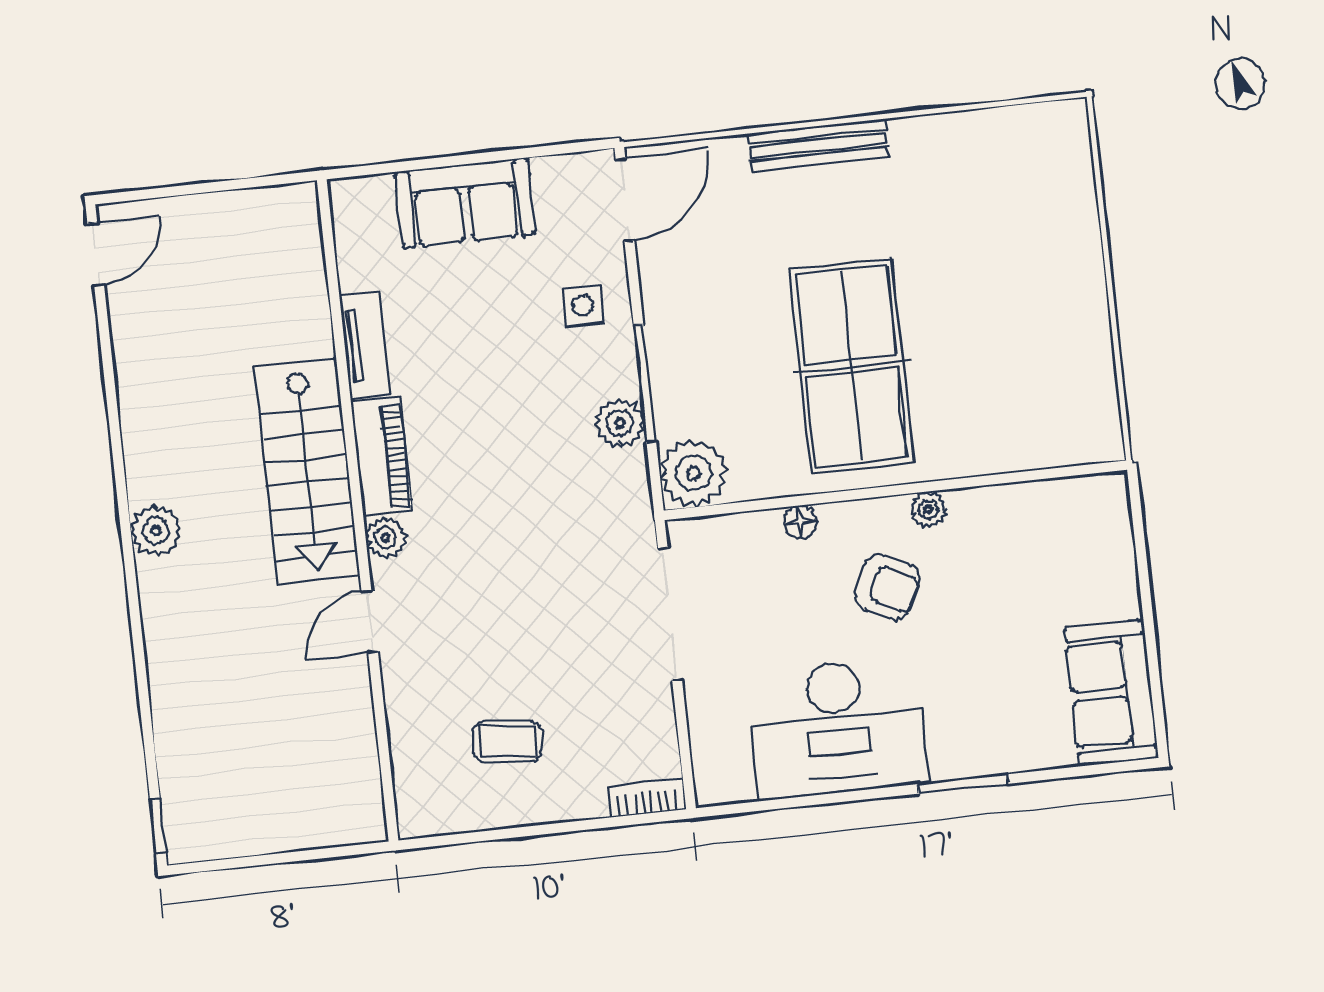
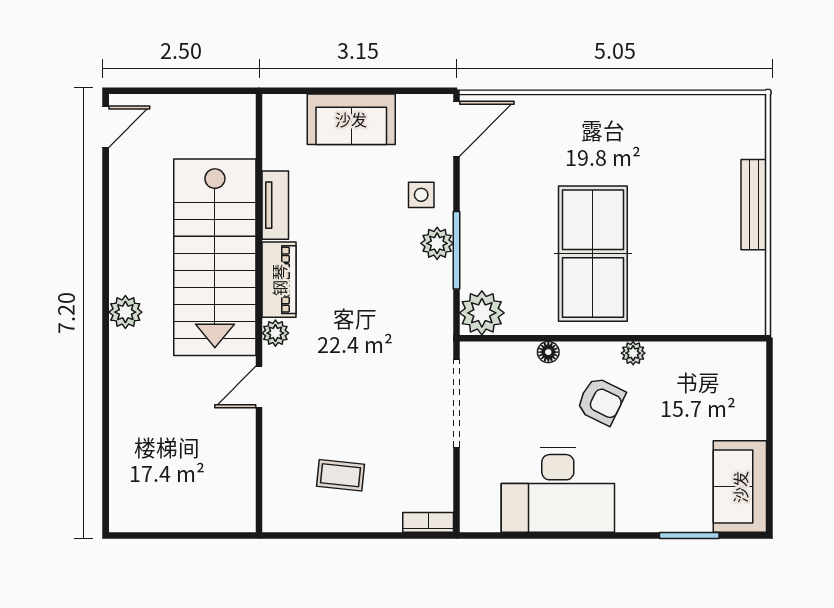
bench: (819, 145) -> (754, 205), moved, turned 90
plant: (620, 423) -> (437, 243), moved
stairs: (307, 471) -> (215, 257), width x1.36, depth x1.51
window: (963, 784) -> (689, 536), moved
window: (158, 826) -> (106, 506), removed

